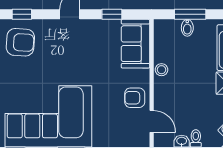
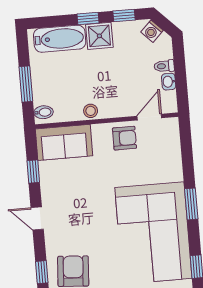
bidet: (187, 28) -> (43, 112), moved
armchair: (135, 98) -> (124, 138), turned -90

